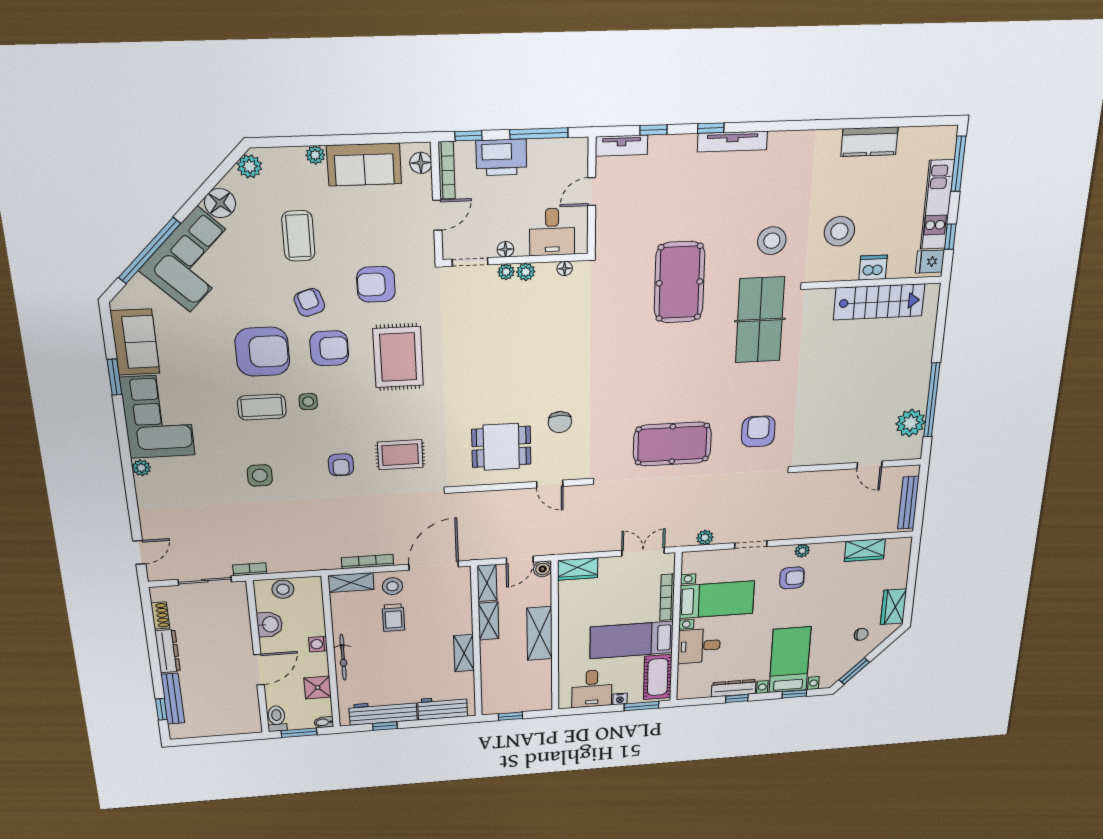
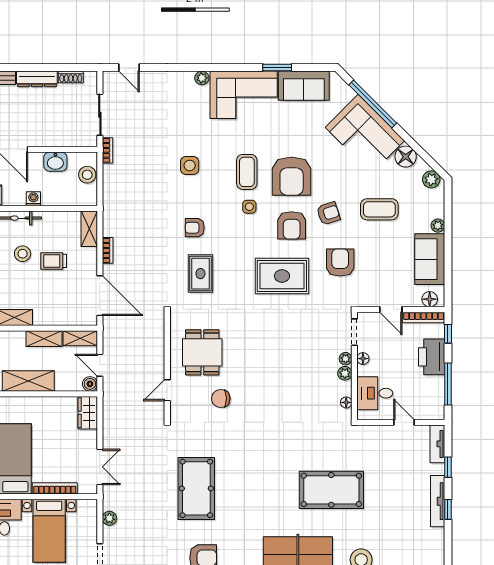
tv unit: (732, 142) -> (438, 501), moved
bookcase: (368, 562) -> (108, 250), width x0.64
stool: (392, 586) -> (23, 254), moved

